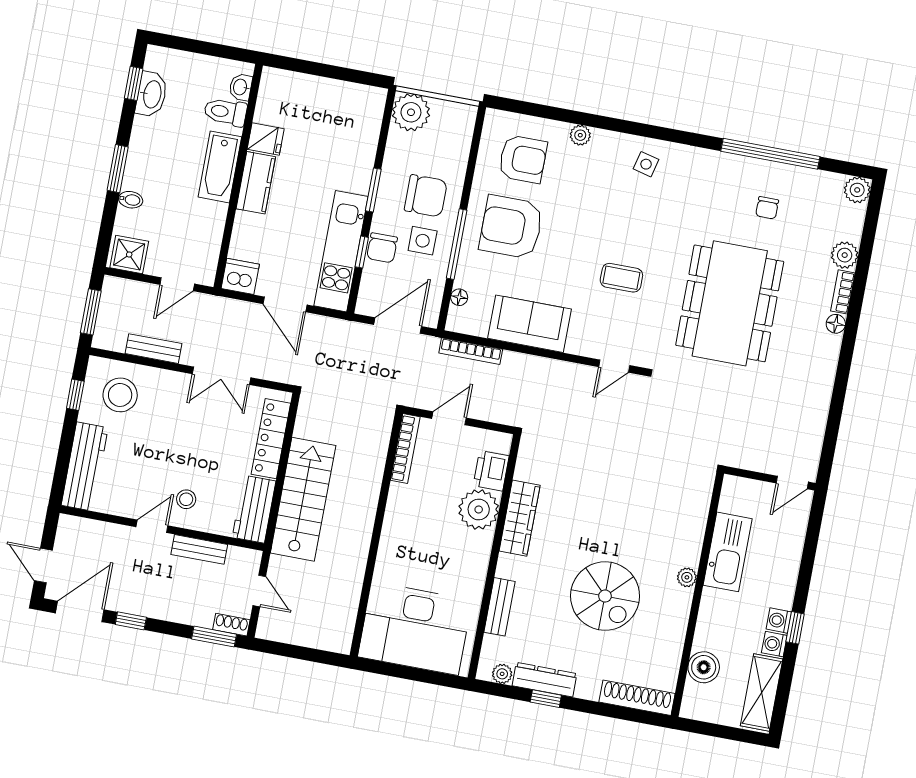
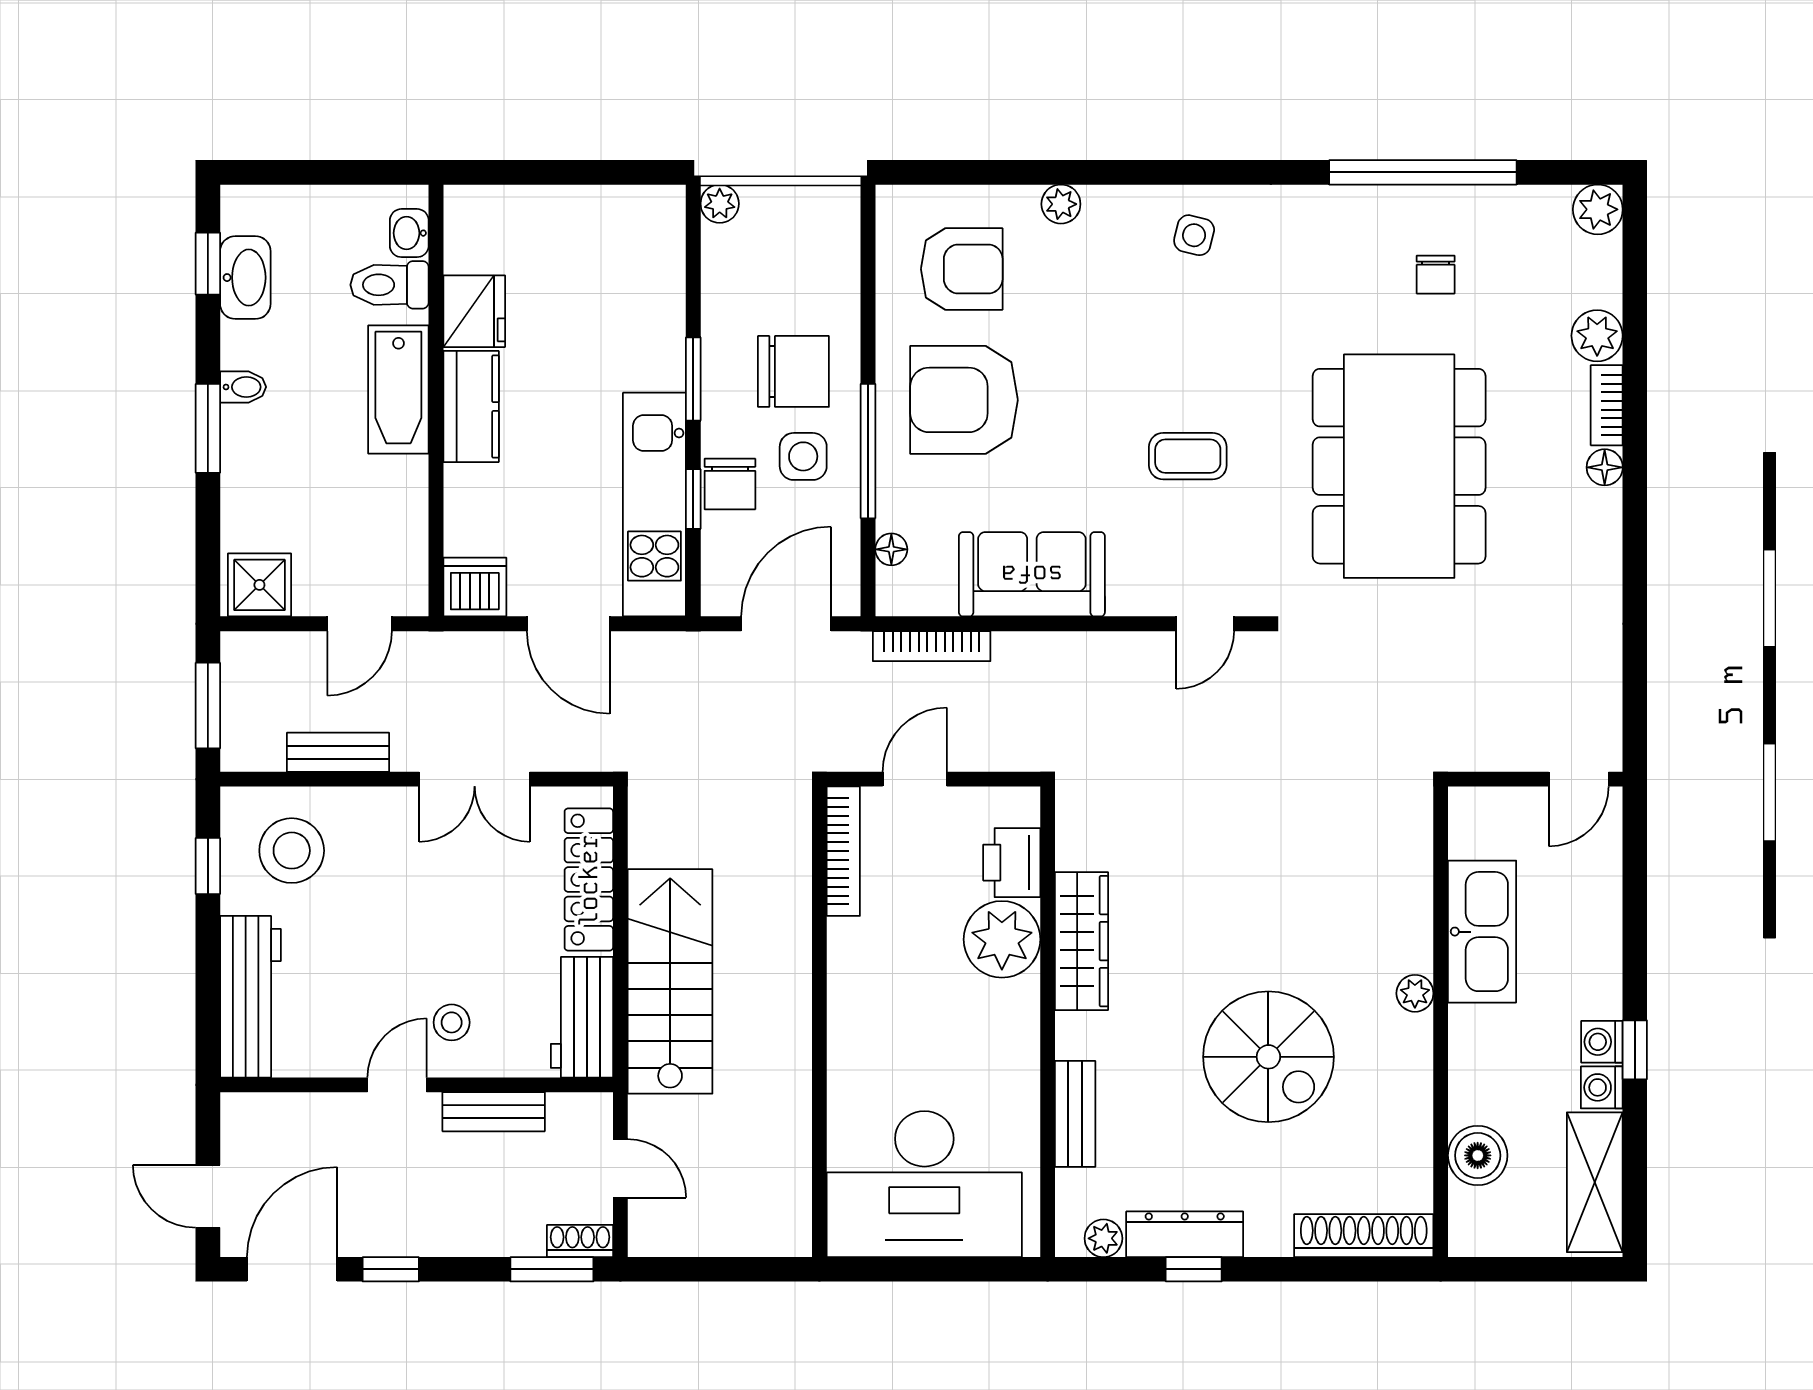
plant: (411, 112) -> (720, 204), width x0.53, depth x0.53
fridge: (266, 139) -> (474, 311), width x1.38
bidet: (131, 200) -> (243, 387), moved

